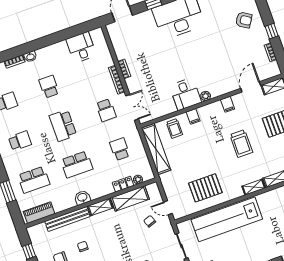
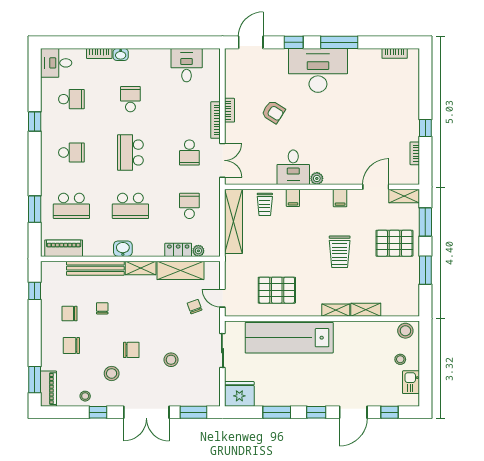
armchair: (244, 20) -> (273, 112), moved

